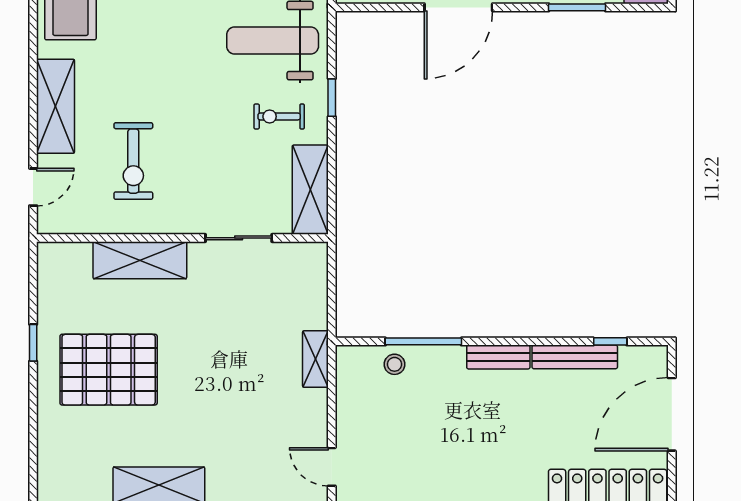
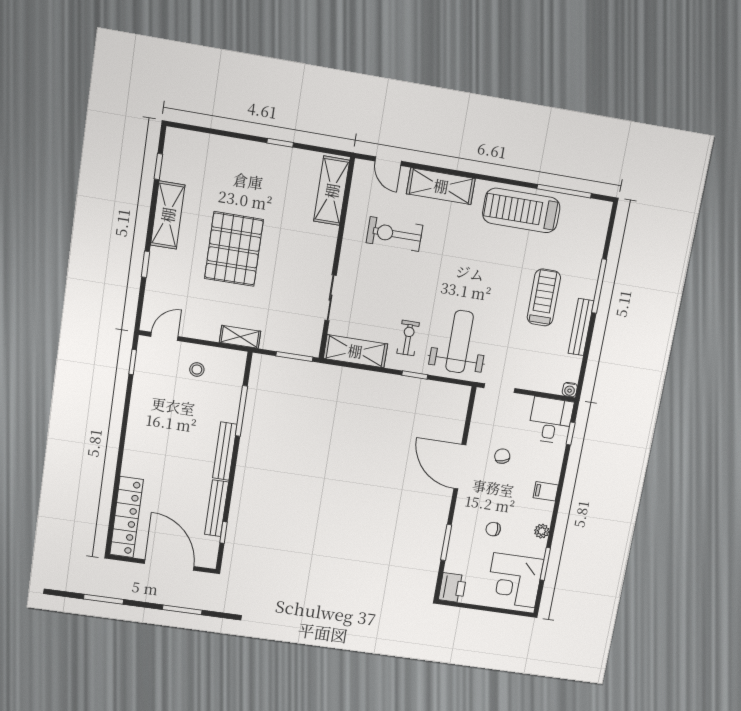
shelving: (140, 260) -> (332, 191), moved
window: (332, 277) -> (294, 356), added
bench: (498, 357) -> (225, 451), width x1.36
stool: (394, 364) -> (197, 370), moved
pallet: (109, 370) -> (234, 249), moved

